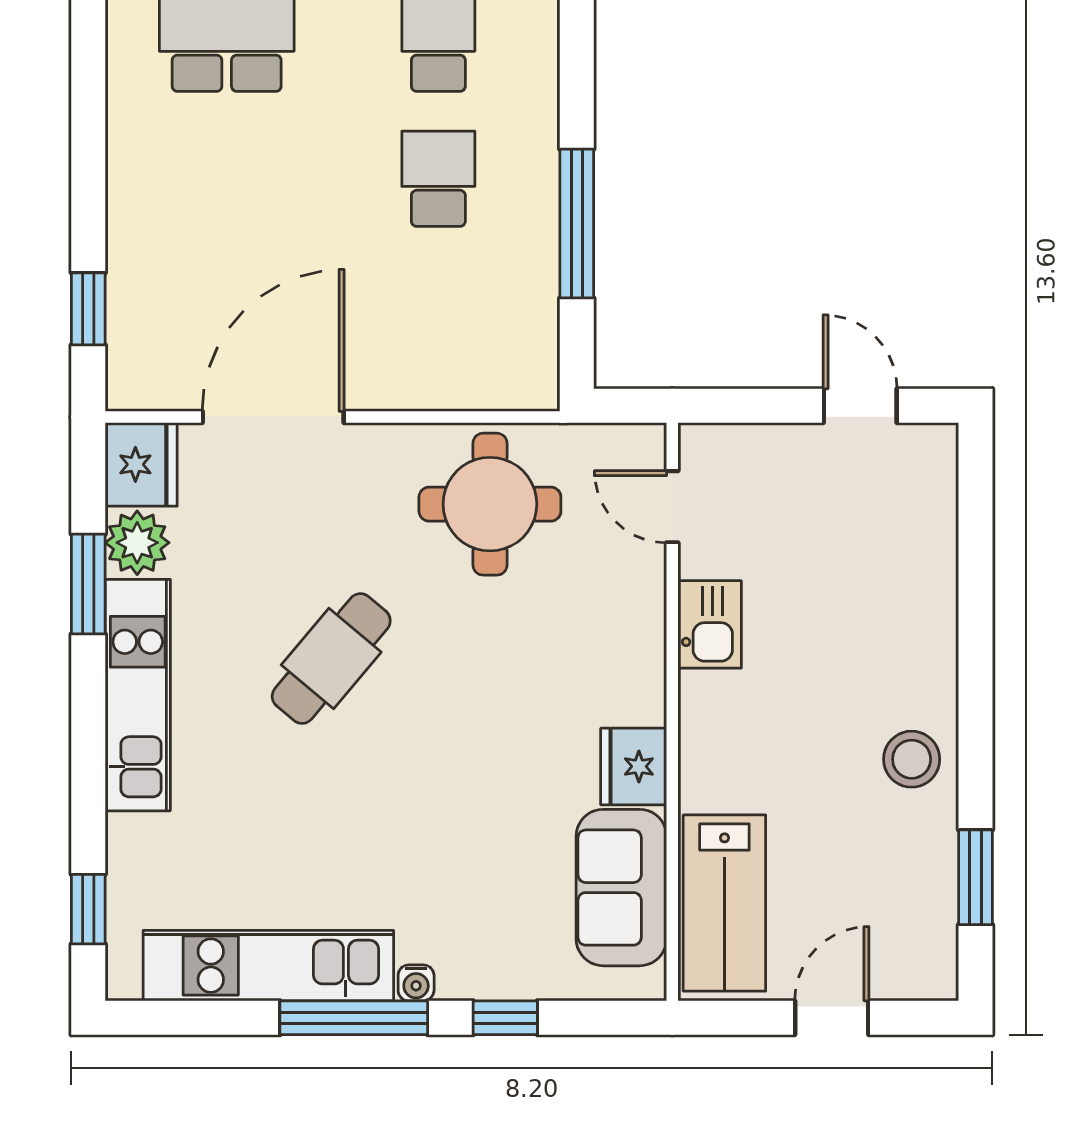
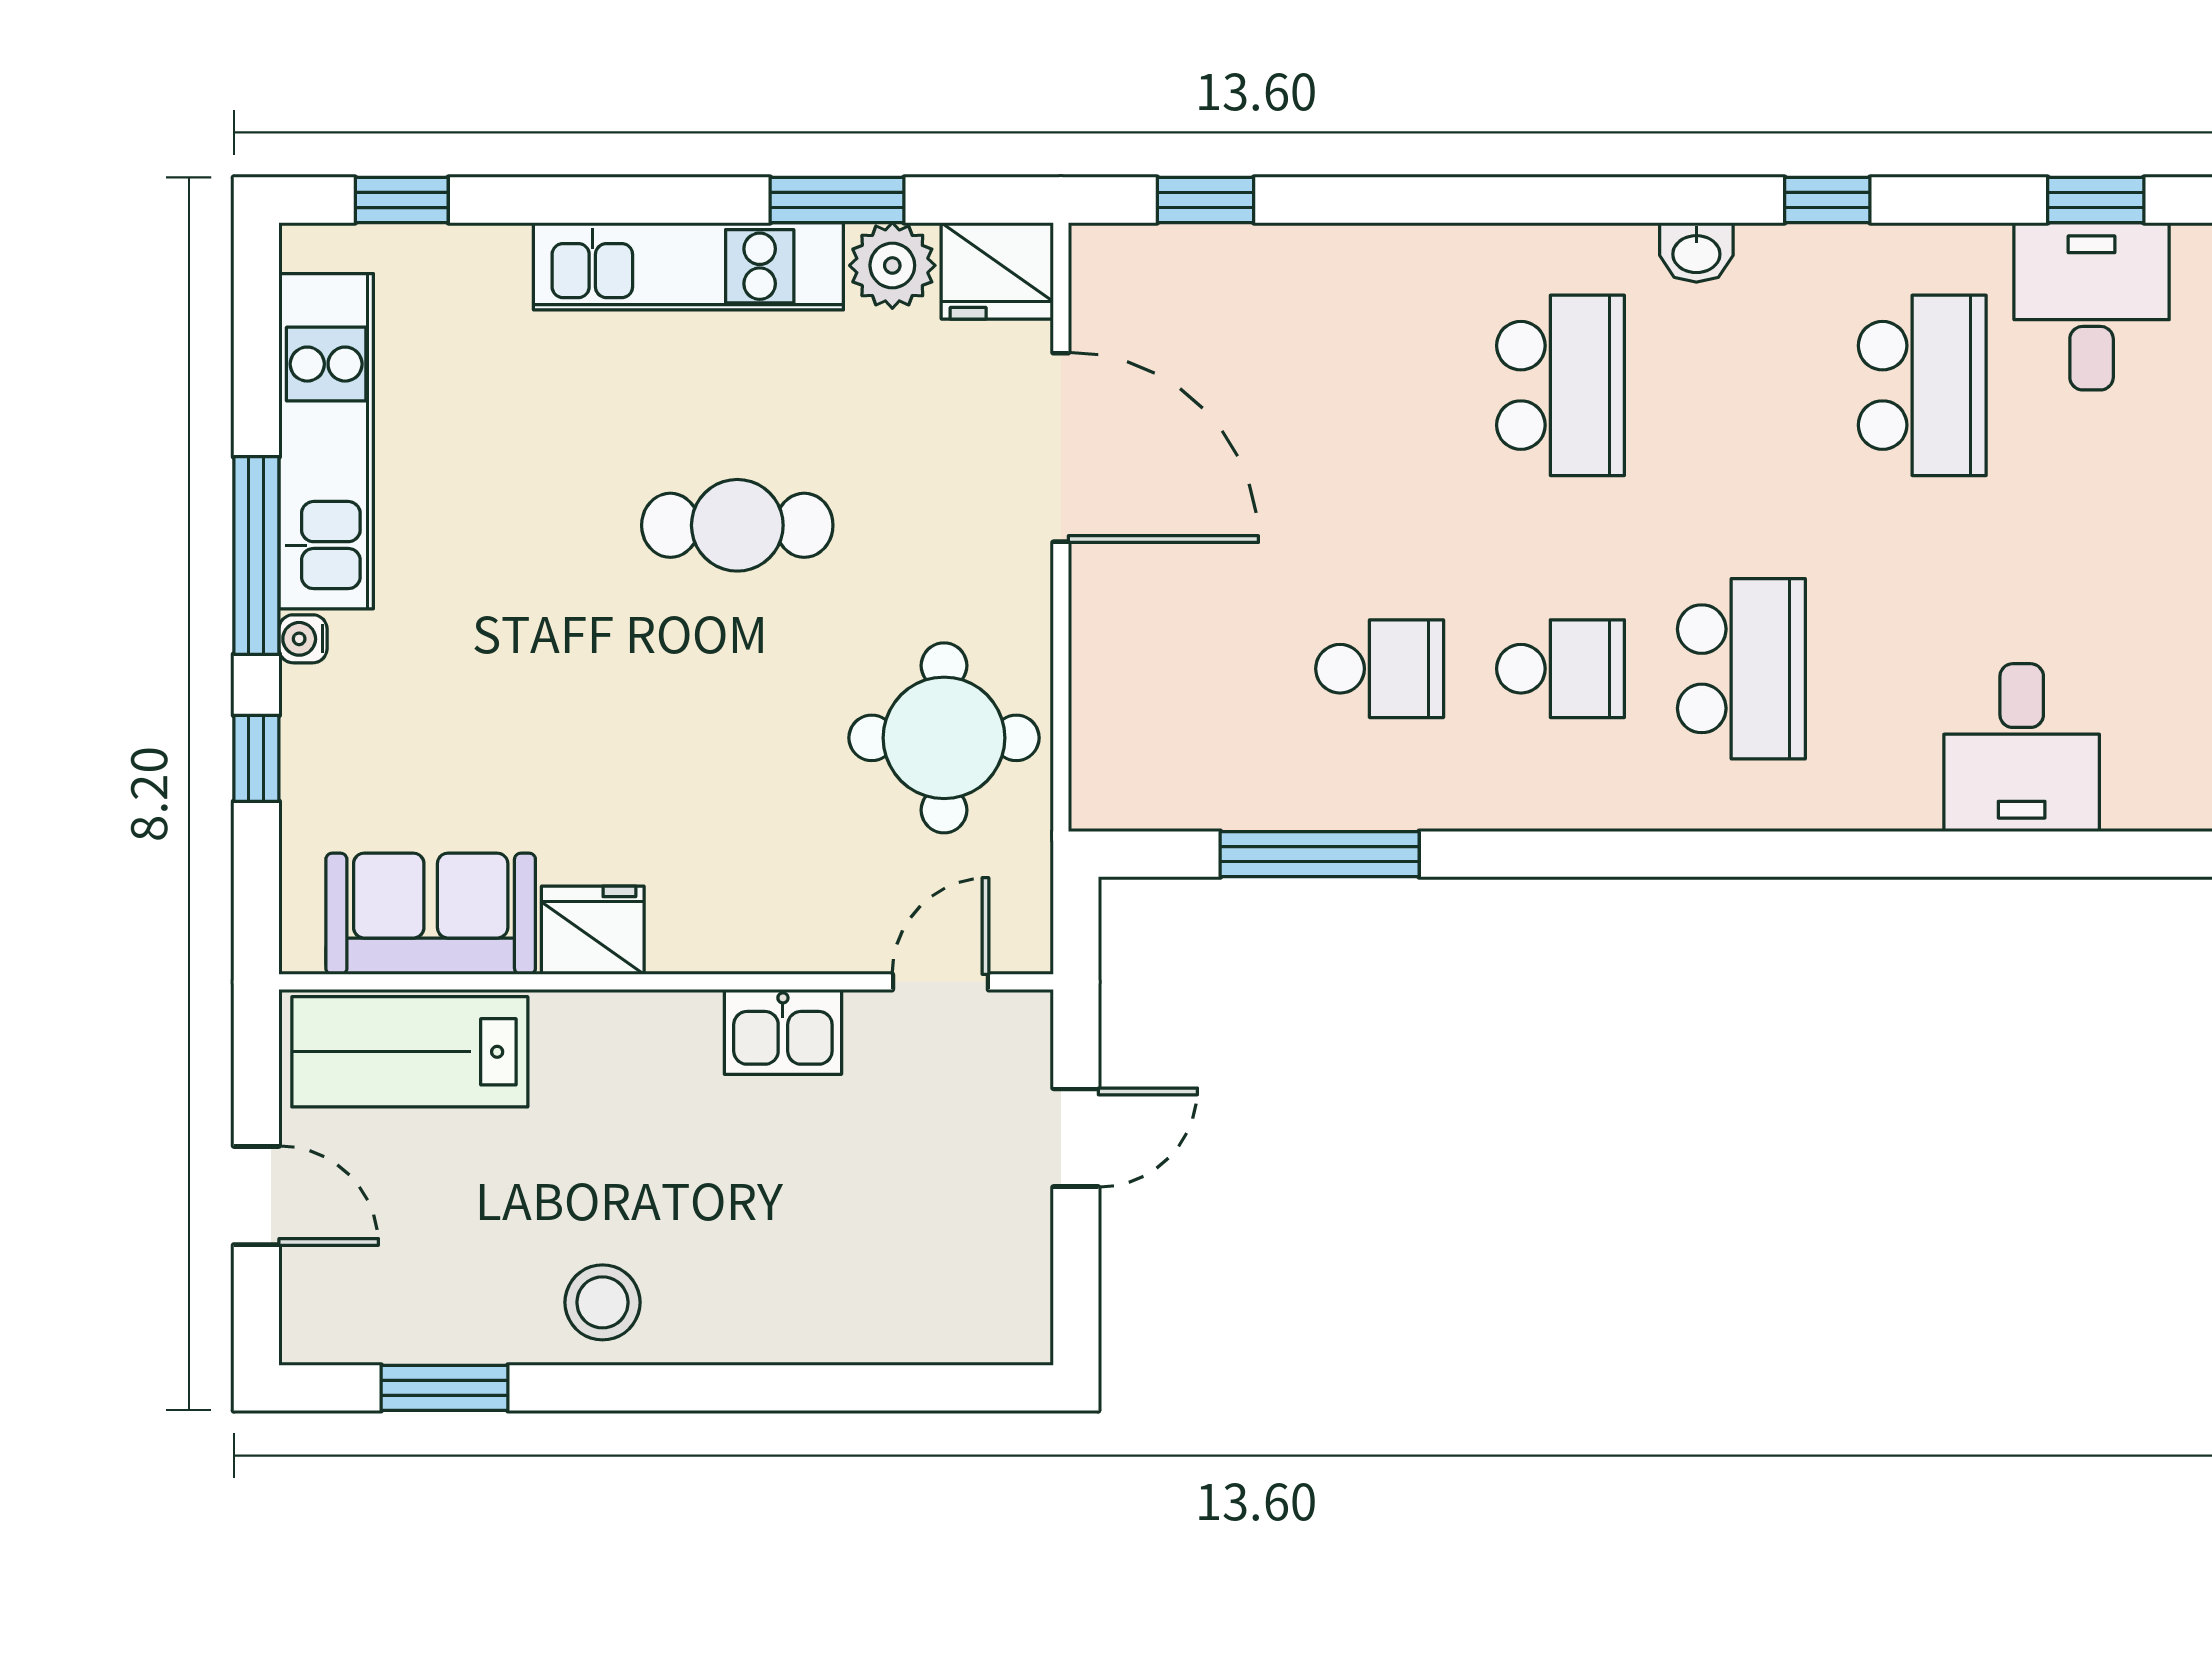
door: (860, 406) -> (1076, 1138), moved
cafe table: (331, 659) -> (737, 525), turned -40

